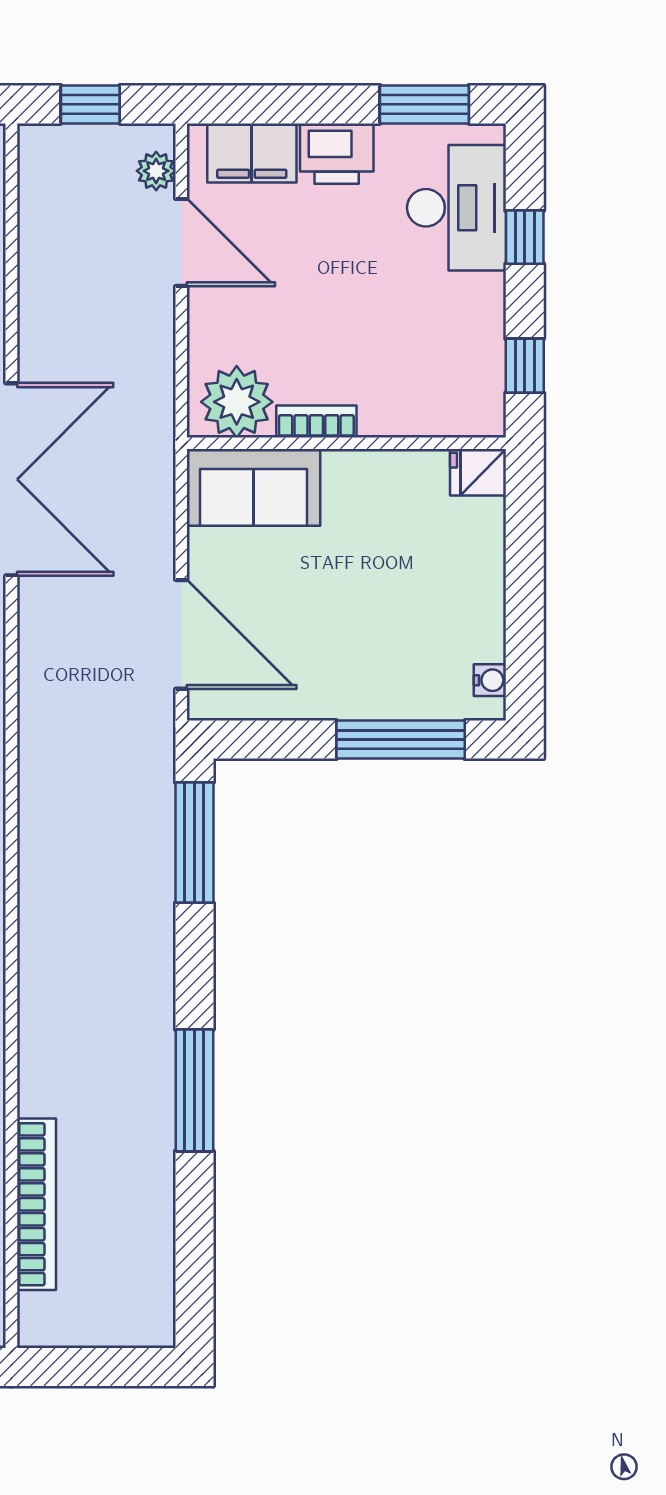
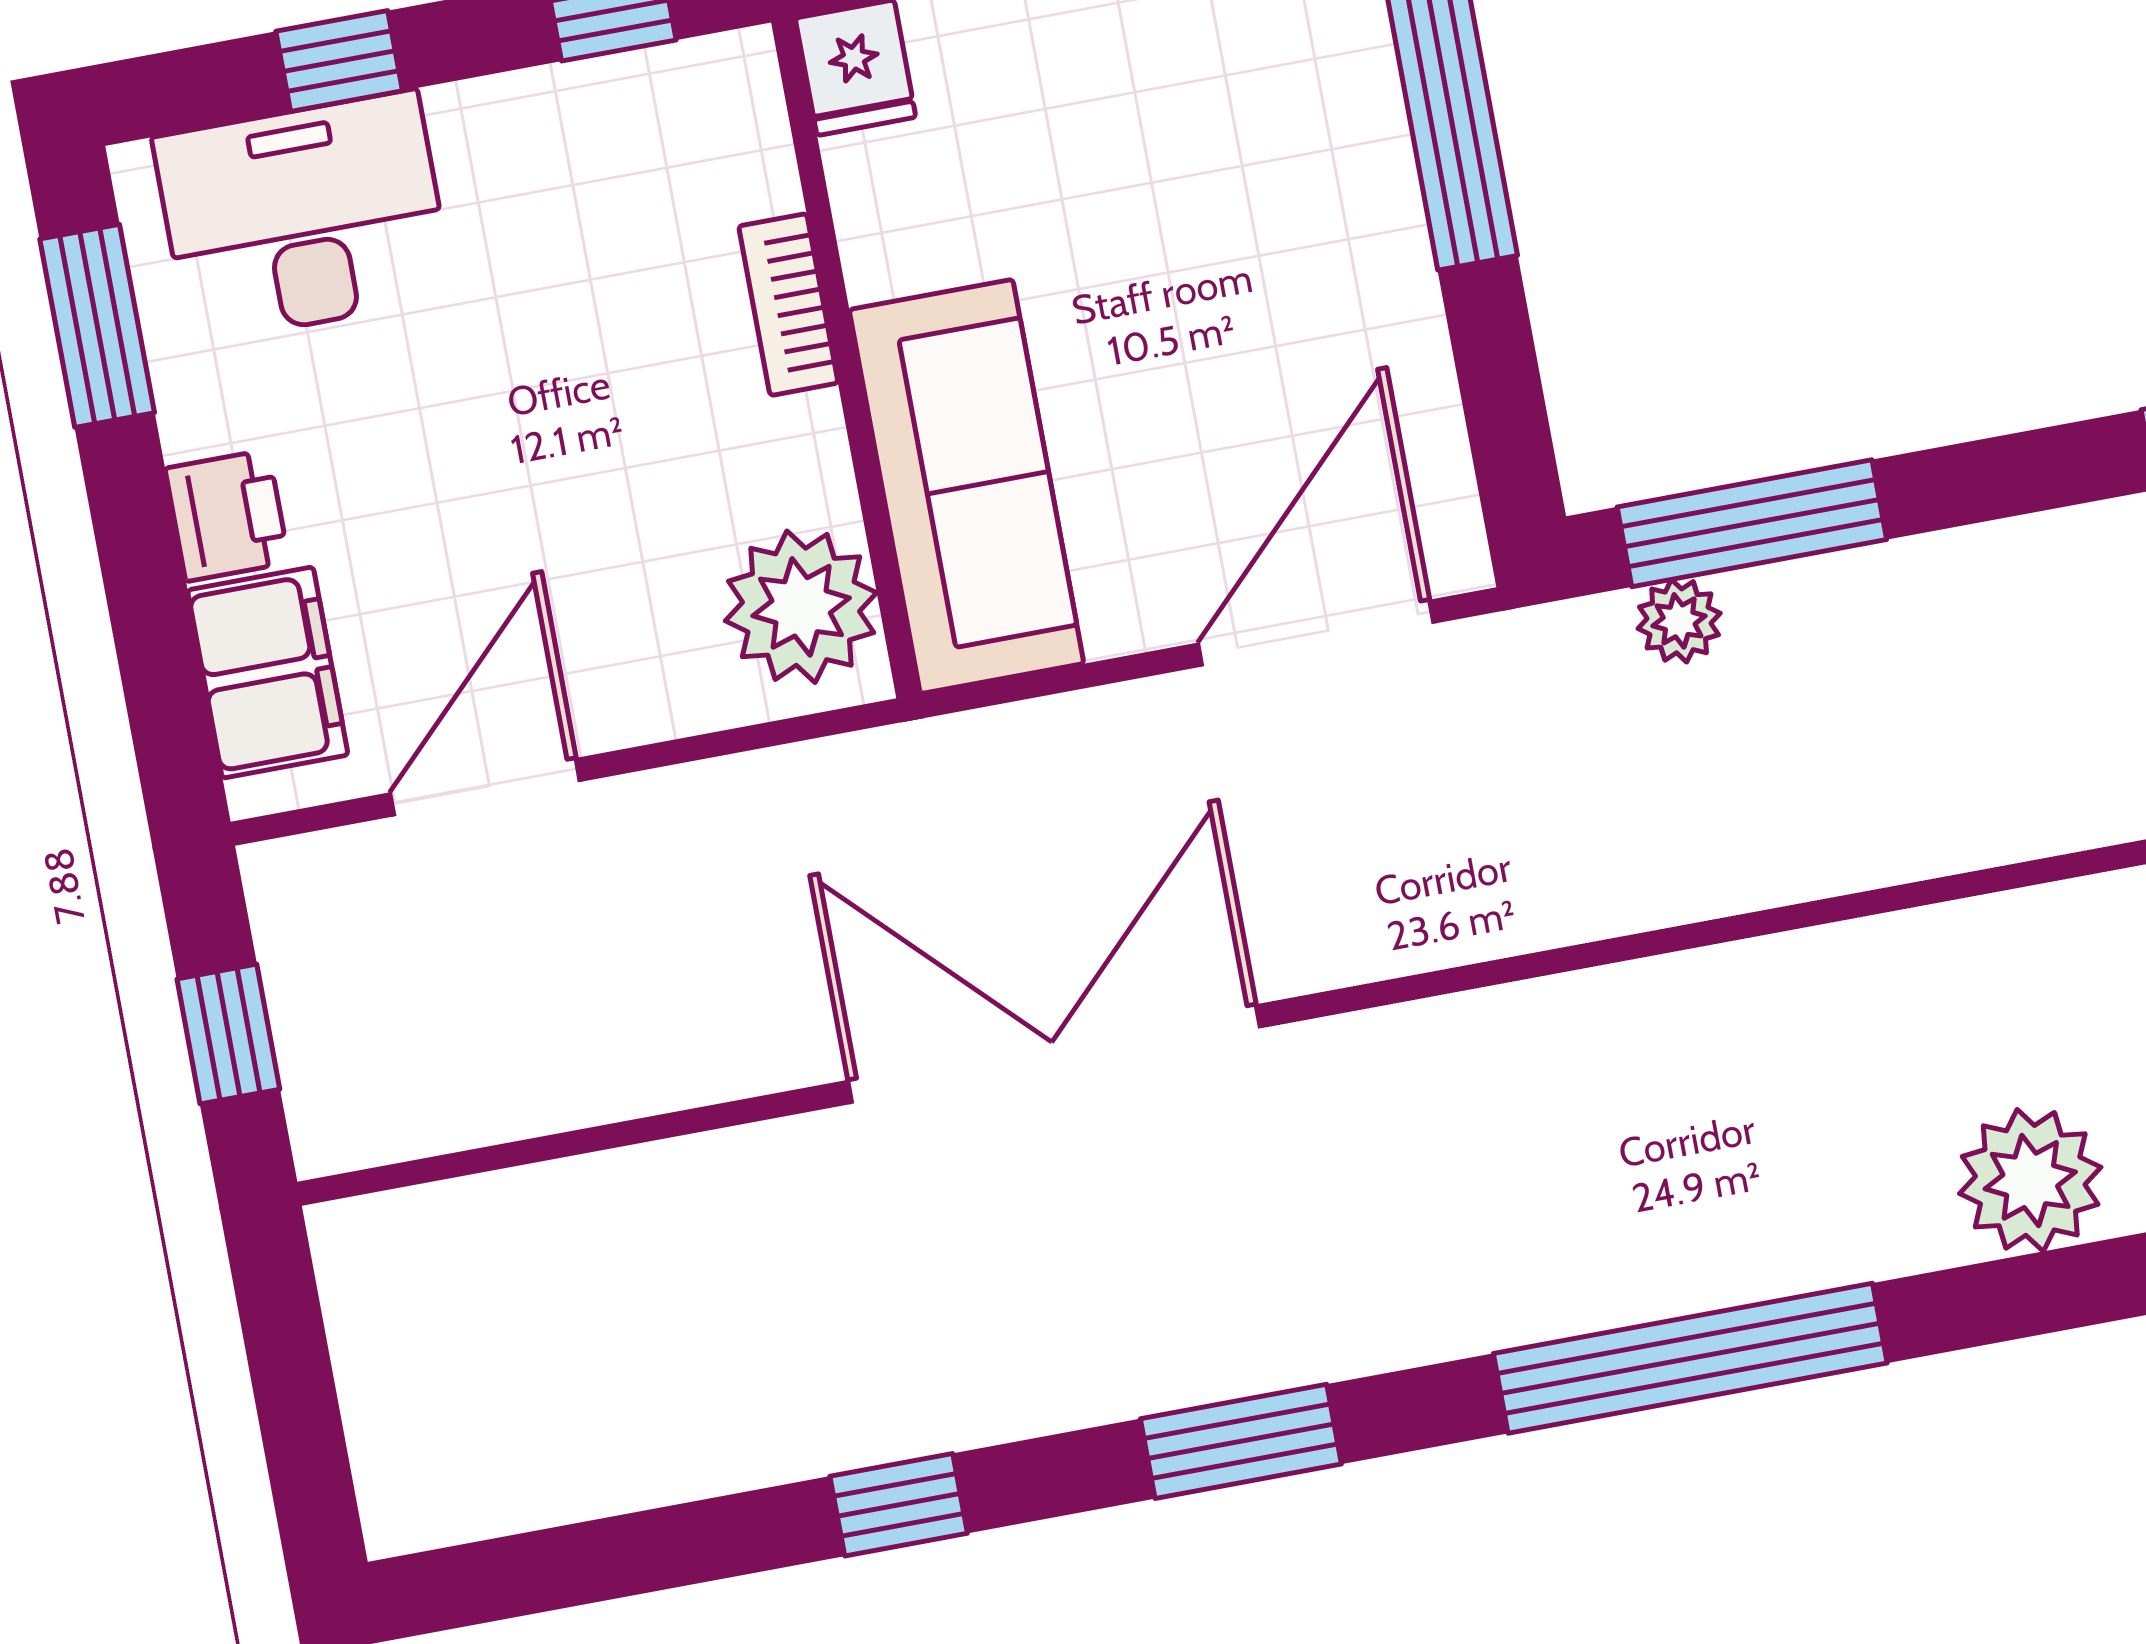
printer: (337, 154) -> (227, 516), width x0.73, depth x0.81
plant: (156, 171) -> (1679, 621), moved
bookcase: (316, 422) -> (788, 305), moved
sofa: (254, 487) -> (967, 487), width x1.36

